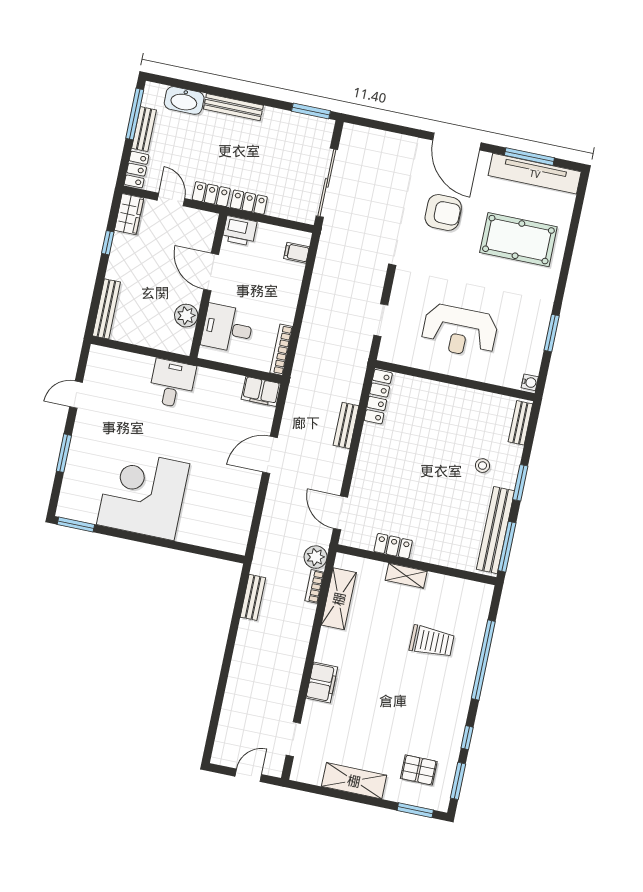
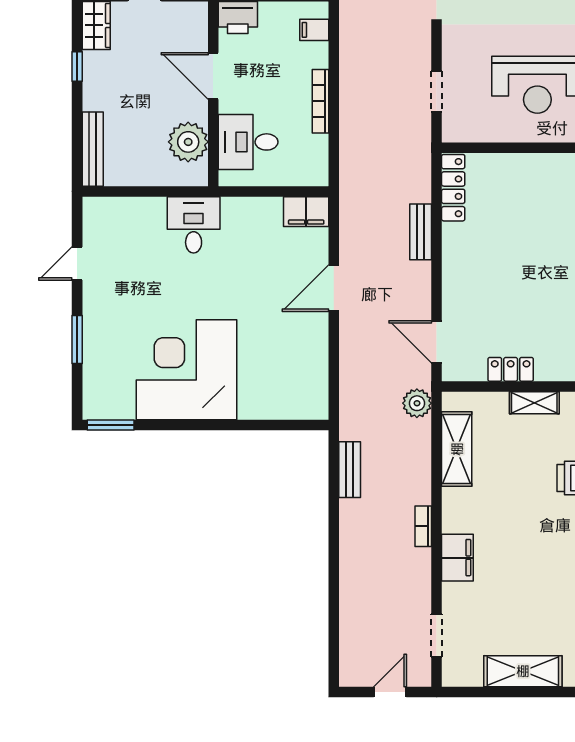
plant: (186, 316) -> (188, 142), width x1.36, depth x1.36
bookcase: (281, 350) -> (321, 101), moved
bookcase: (314, 586) -> (423, 526), moved

